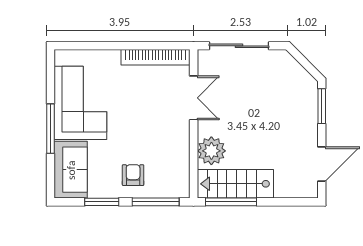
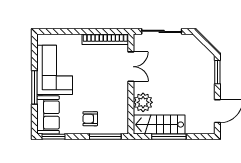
armchair: (133, 175) -> (90, 119), turned -90
window: (102, 202) -> (53, 137), moved
window: (231, 202) -> (169, 137), moved

